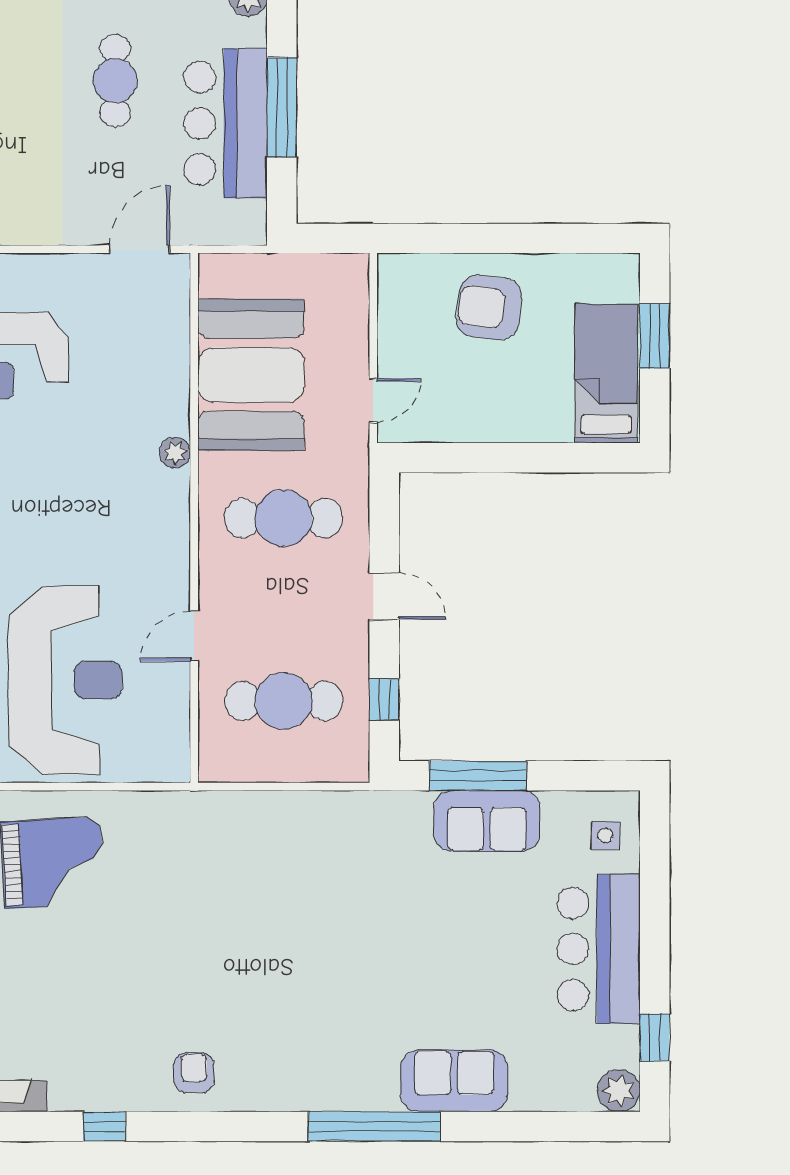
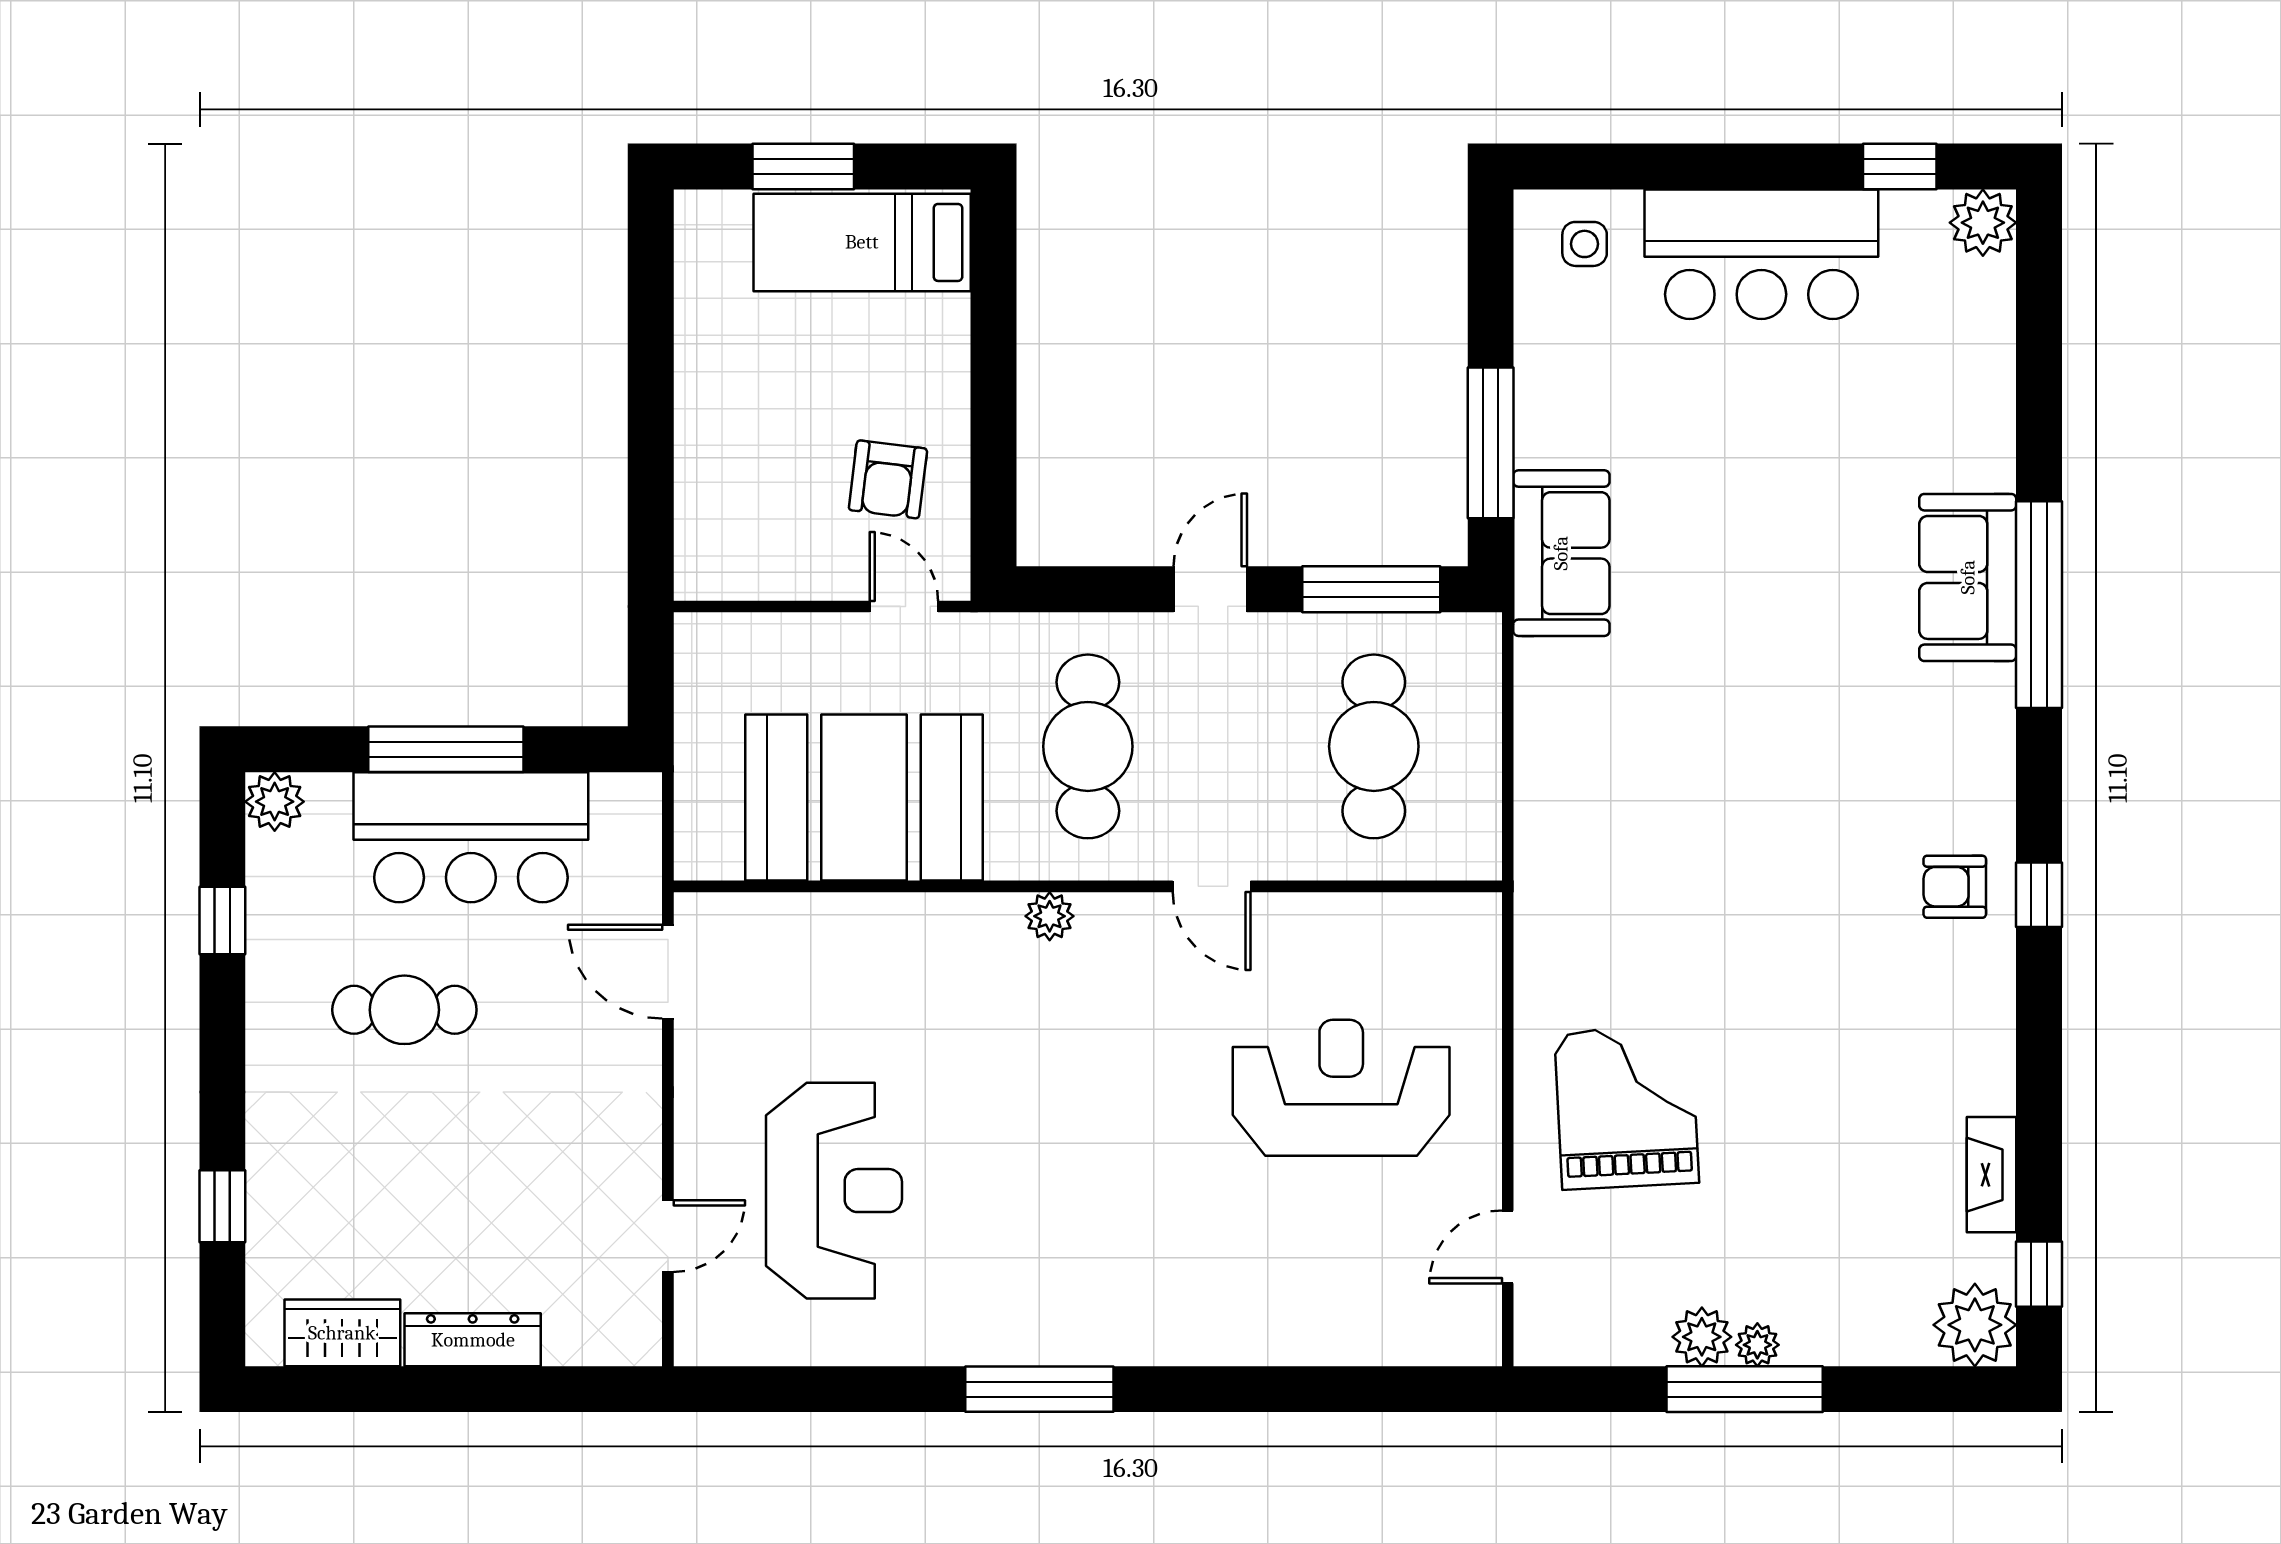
armchair: (489, 308) -> (888, 479), moved, width x0.72, depth x0.72
plant: (175, 453) -> (1050, 916), moved
door: (194, 636) -> (1212, 886), moved
reception desk: (65, 680) -> (1341, 1088), width x0.74, depth x0.77
window: (384, 699) -> (1371, 589), width x2.17
sofa: (487, 821) -> (1561, 553), moved
sofa: (454, 1081) -> (1968, 577), moved
window: (104, 1127) -> (2039, 895), moved

